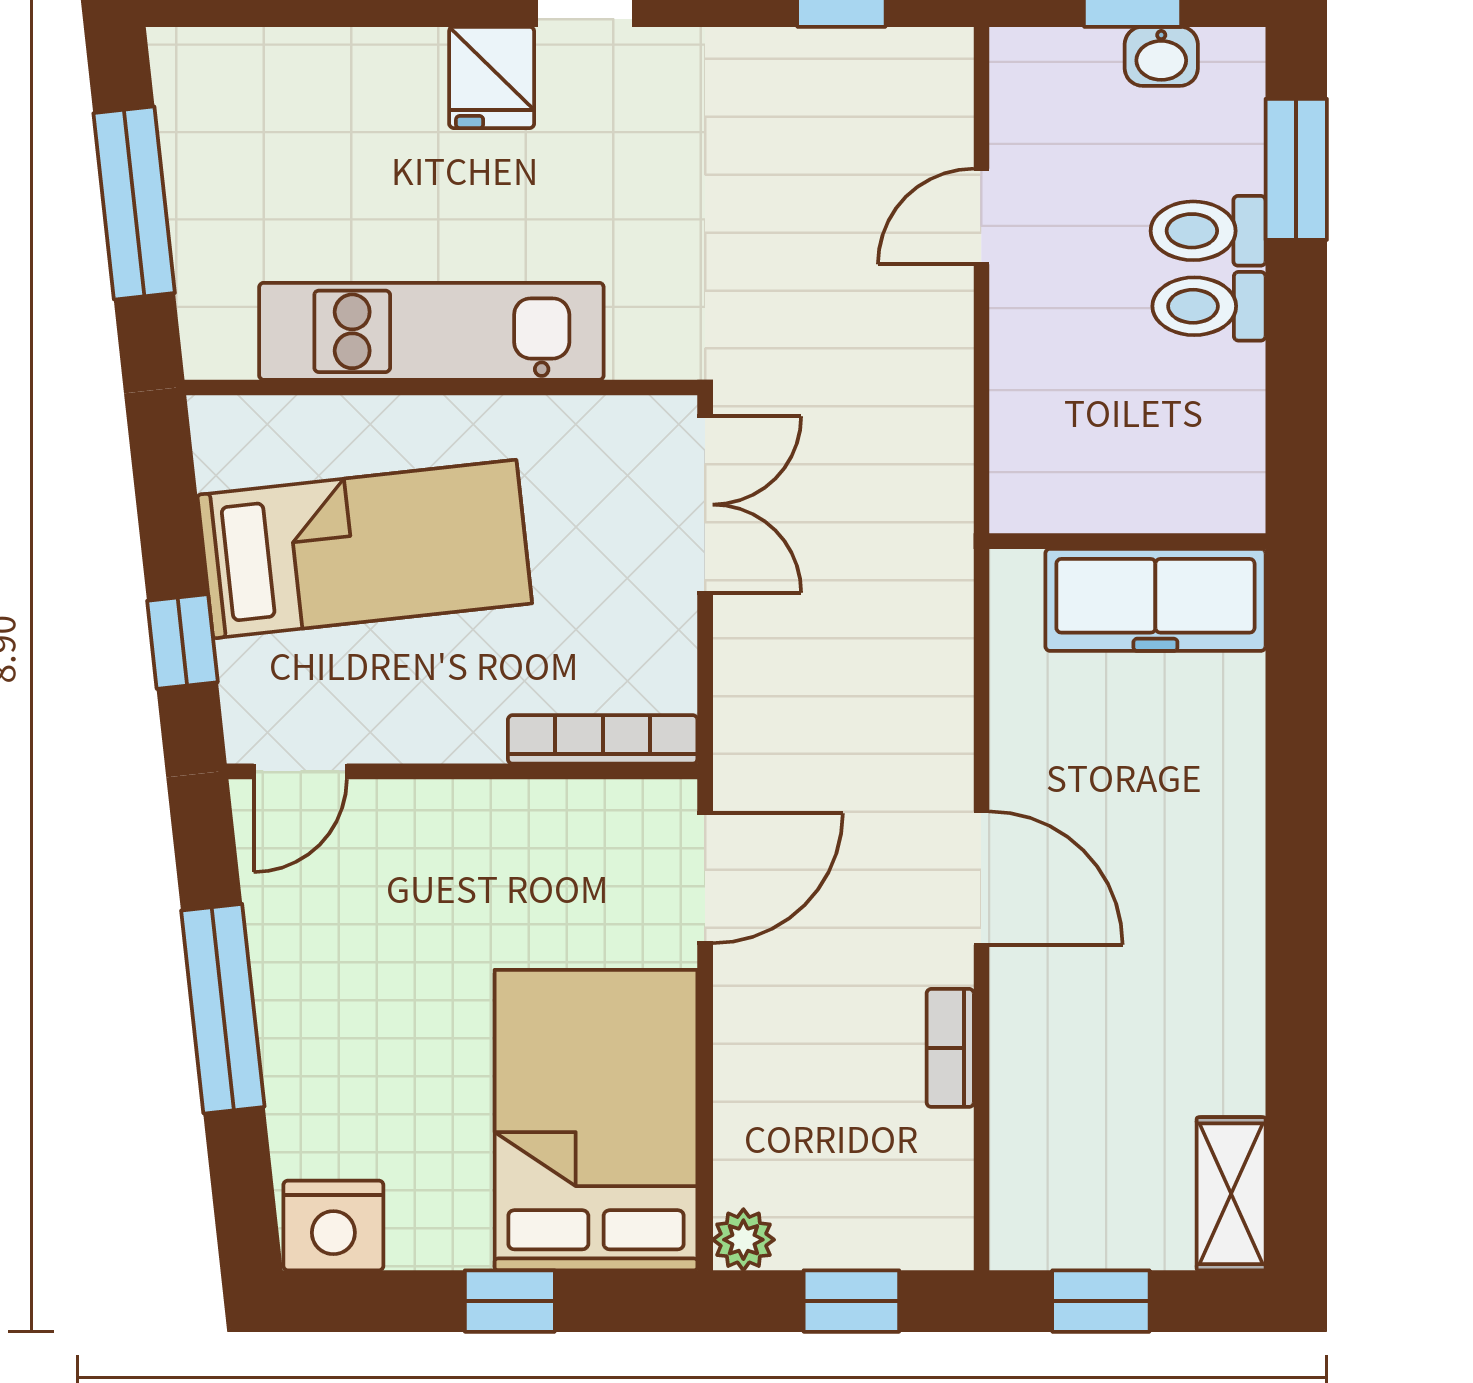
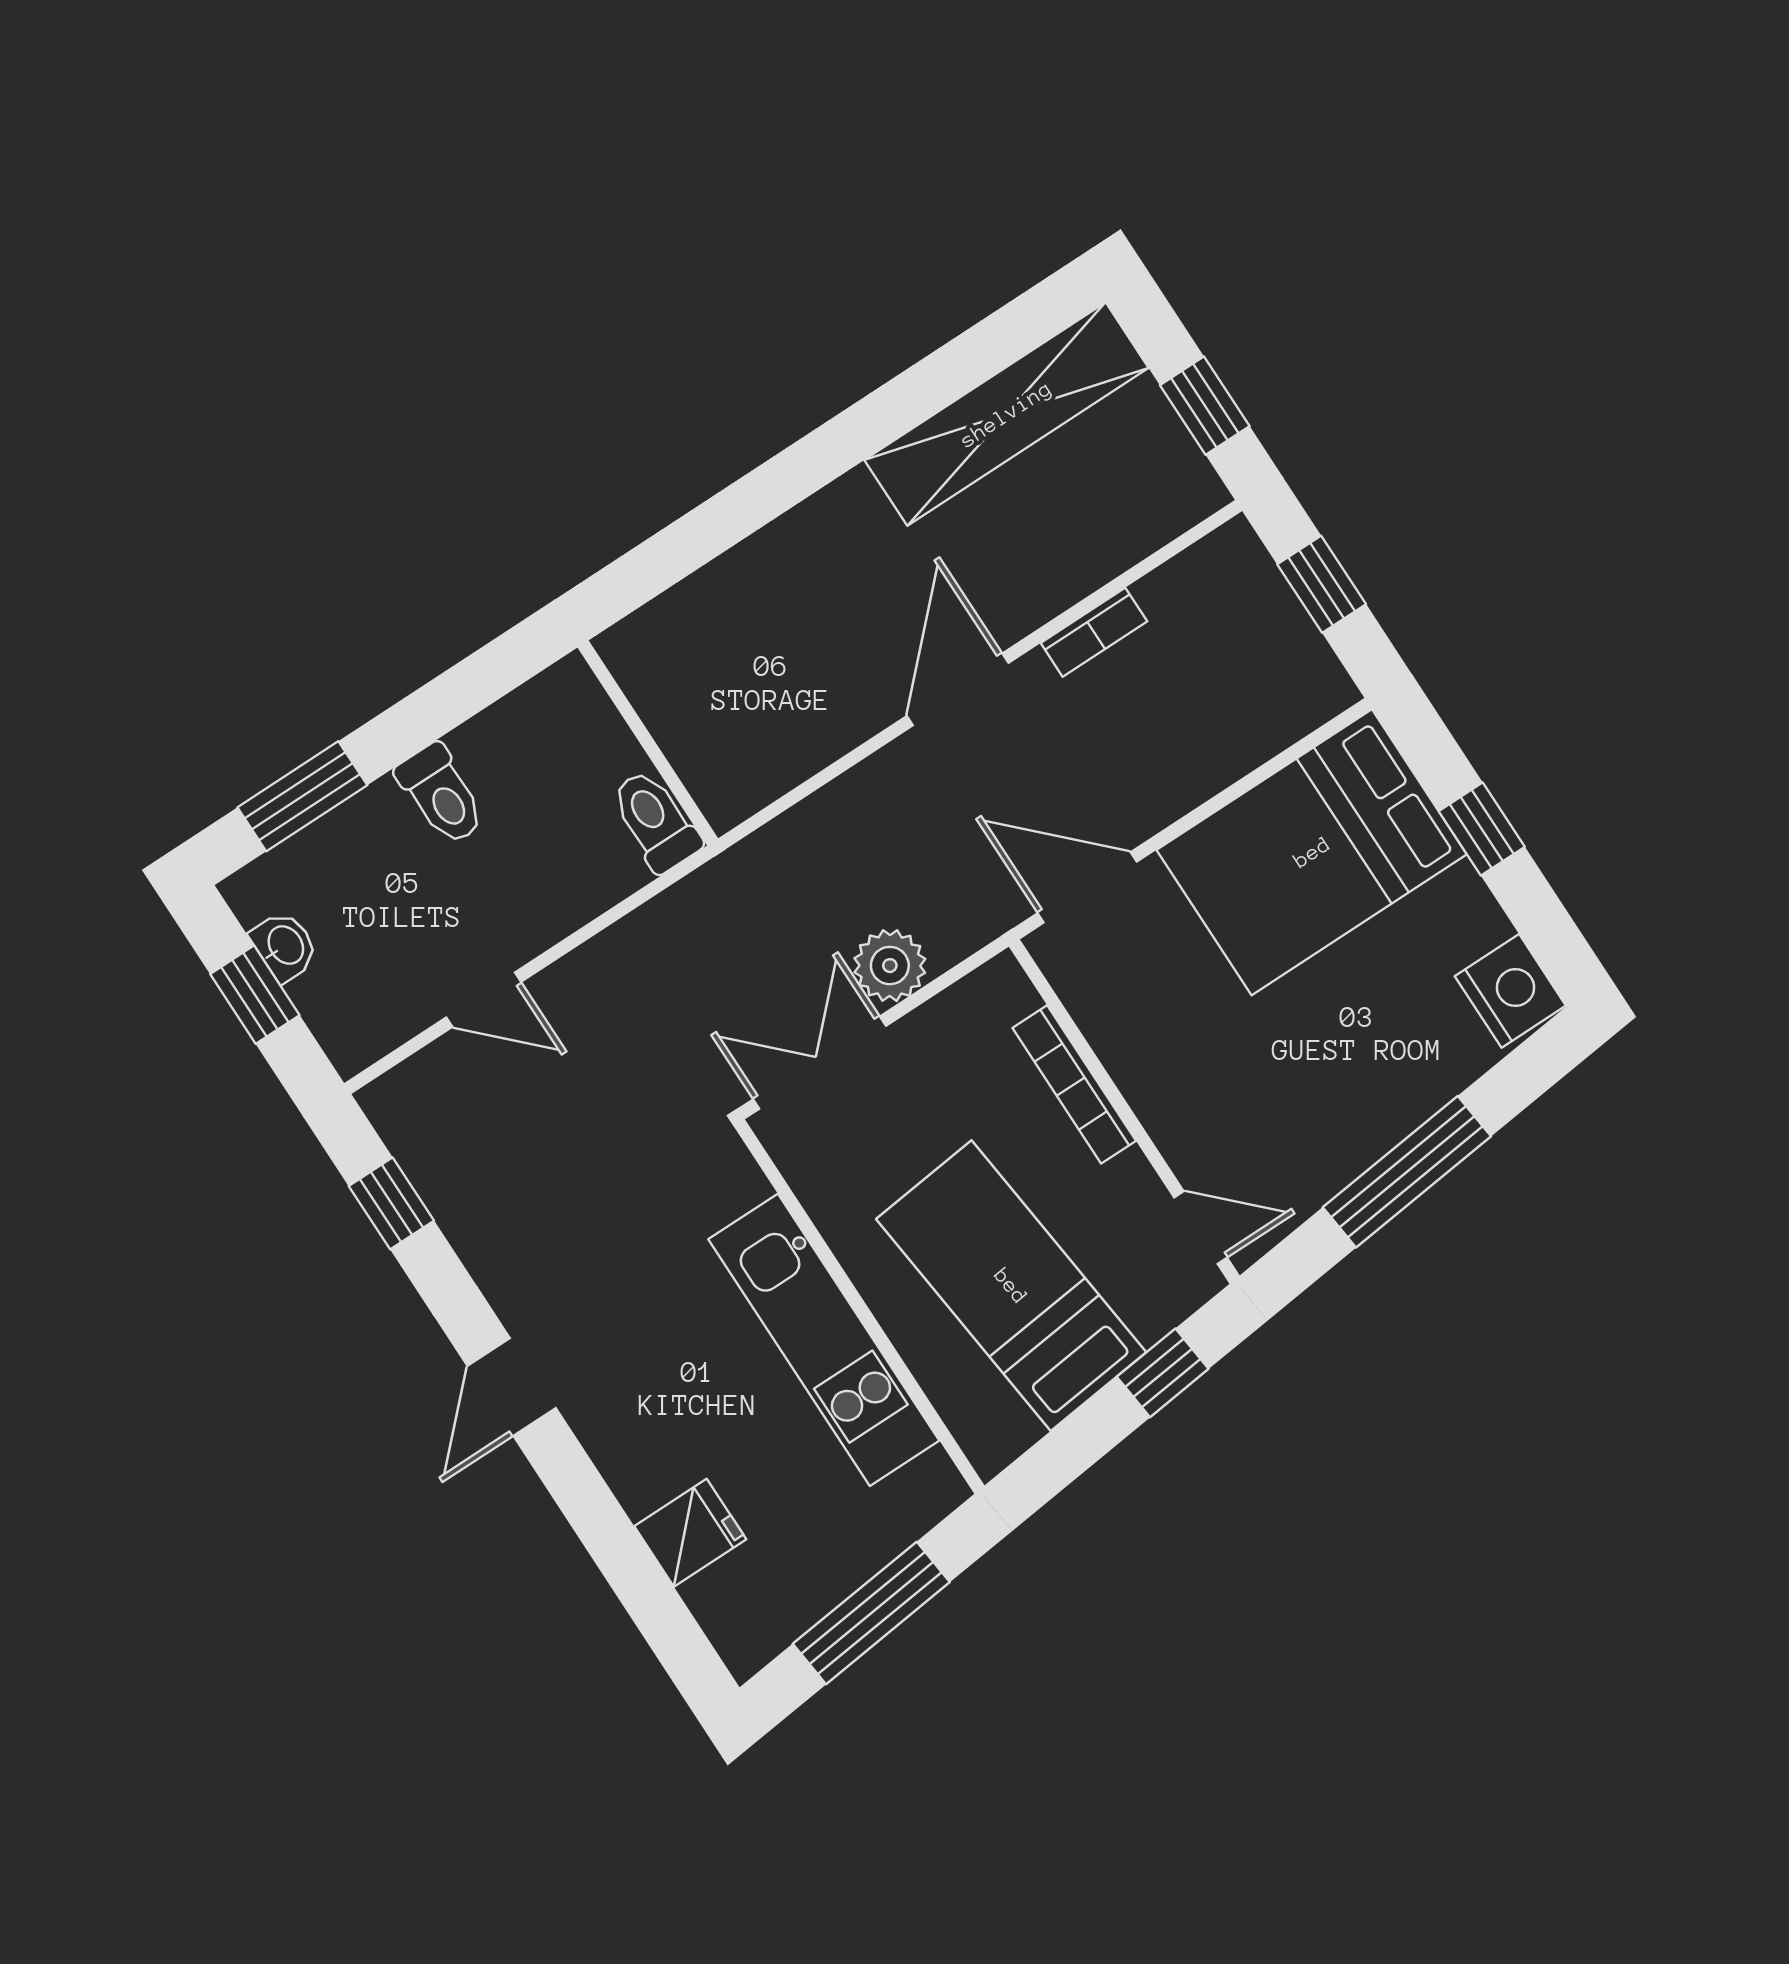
fridge: (492, 77) -> (690, 1533), moved
toilet: (1208, 231) -> (655, 821), moved, turned 180
freezer: (1155, 600) -> (677, 695), removed
bookcase: (603, 739) -> (1074, 1084), moved
shelving: (1231, 1194) -> (1006, 414), width x2.20, depth x1.33
plant: (743, 1240) -> (890, 966), moved, width x1.38, depth x1.38

